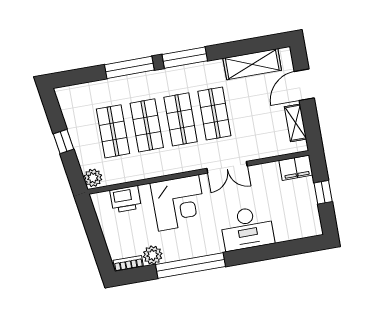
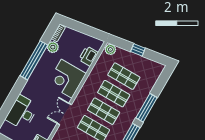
desk: (247, 228) -> (22, 112), moved

